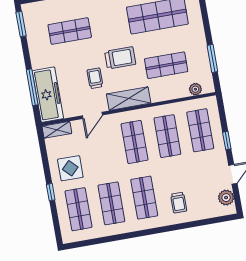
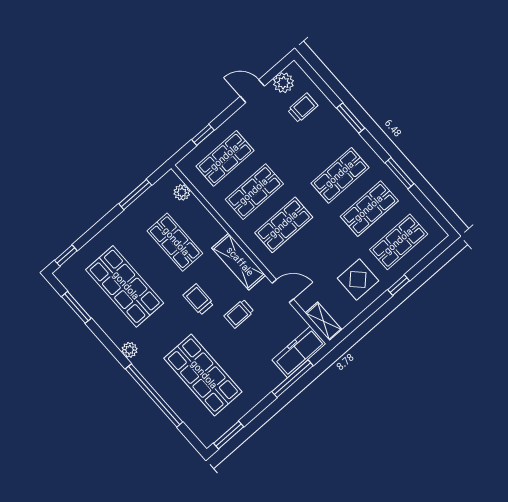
shop shelf: (70, 31) -> (203, 375), width x1.43, depth x1.36
trolley: (120, 58) -> (198, 299), width x0.73, depth x0.72
freezer: (48, 95) -> (299, 352), width x0.73, depth x0.79
window: (227, 140) -> (203, 135), moved
trolley: (179, 203) -> (303, 108), moved
window: (177, 227) -> (351, 118), added
window: (122, 237) -> (399, 173), added

